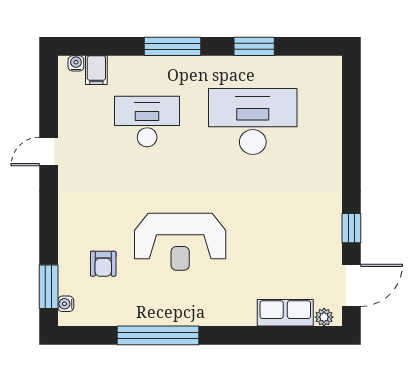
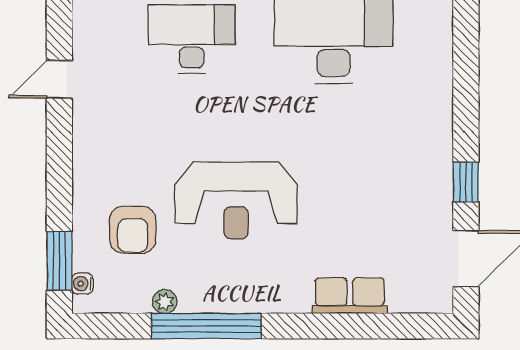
armchair: (103, 264) -> (133, 230), width x1.38, depth x1.38
row of seats: (285, 313) -> (350, 296), moved
plant: (324, 317) -> (165, 301), moved

